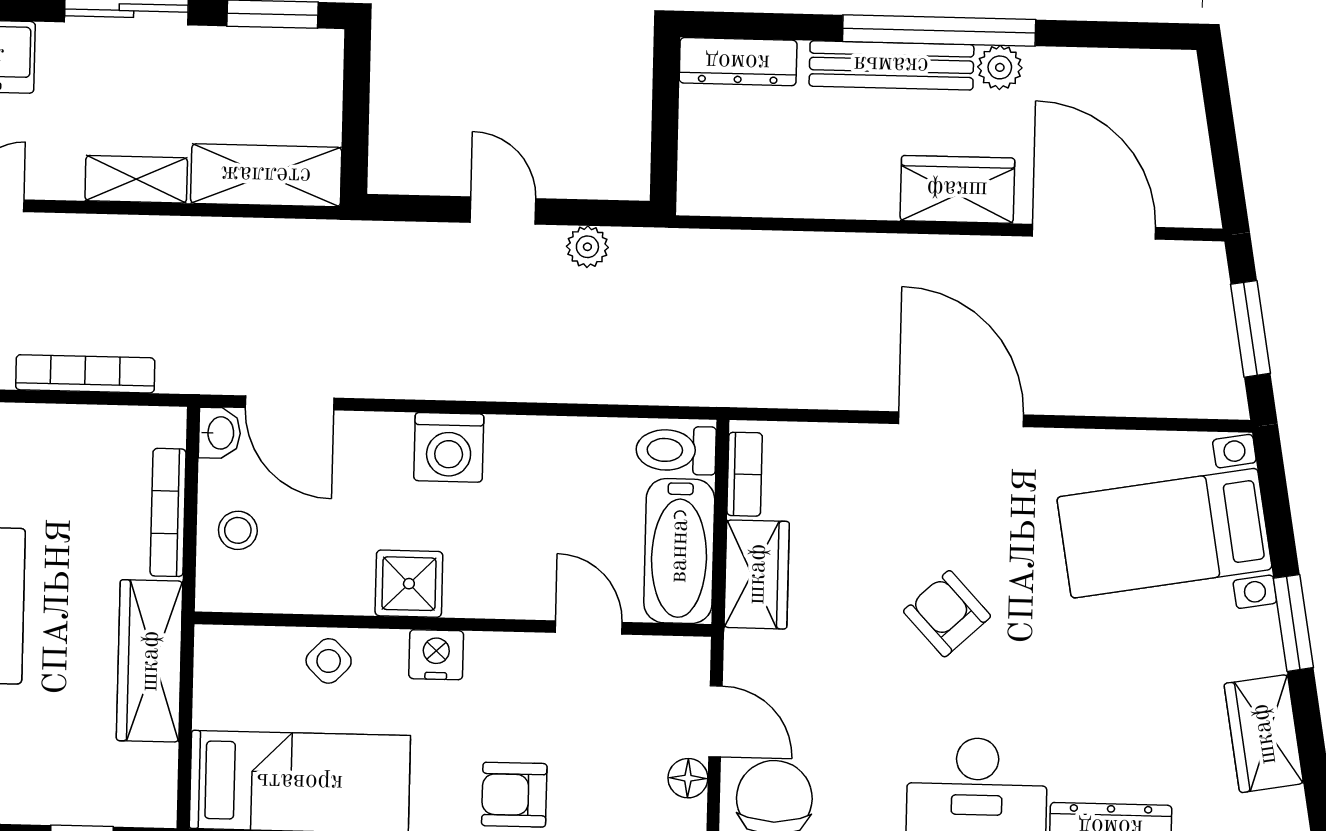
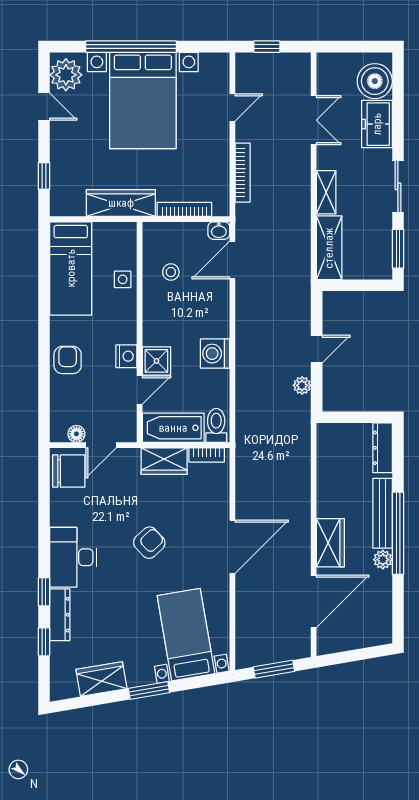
washing machine: (449, 447) -> (215, 354), moved
stool: (238, 530) -> (171, 272), moved
shower: (409, 584) -> (156, 361), moved
nightstand: (436, 655) -> (126, 356), moved
side table: (329, 661) -> (123, 279), turned 45

